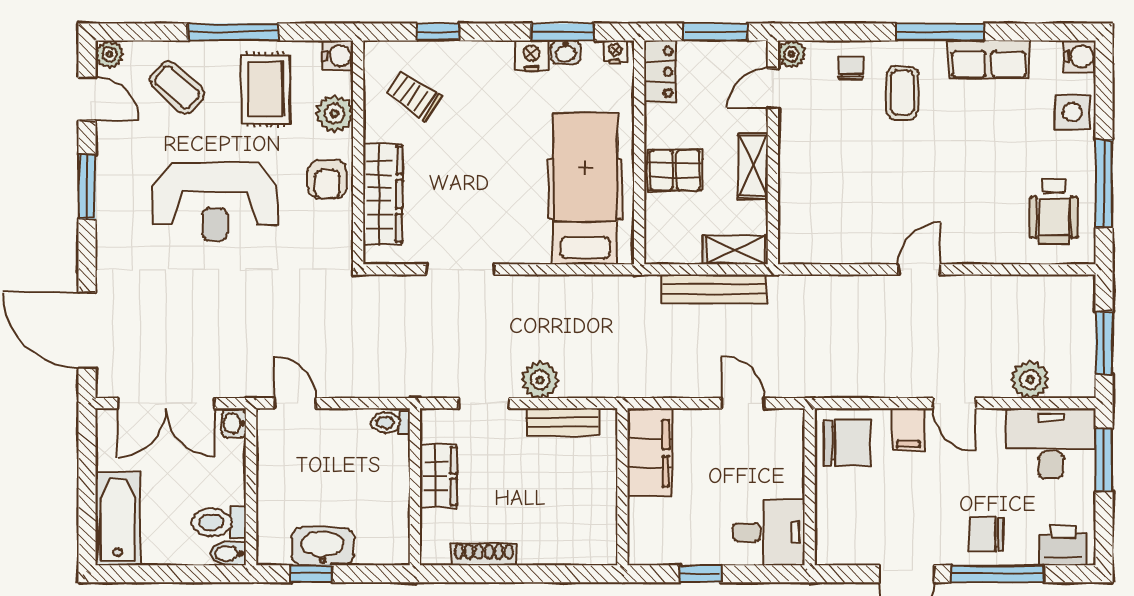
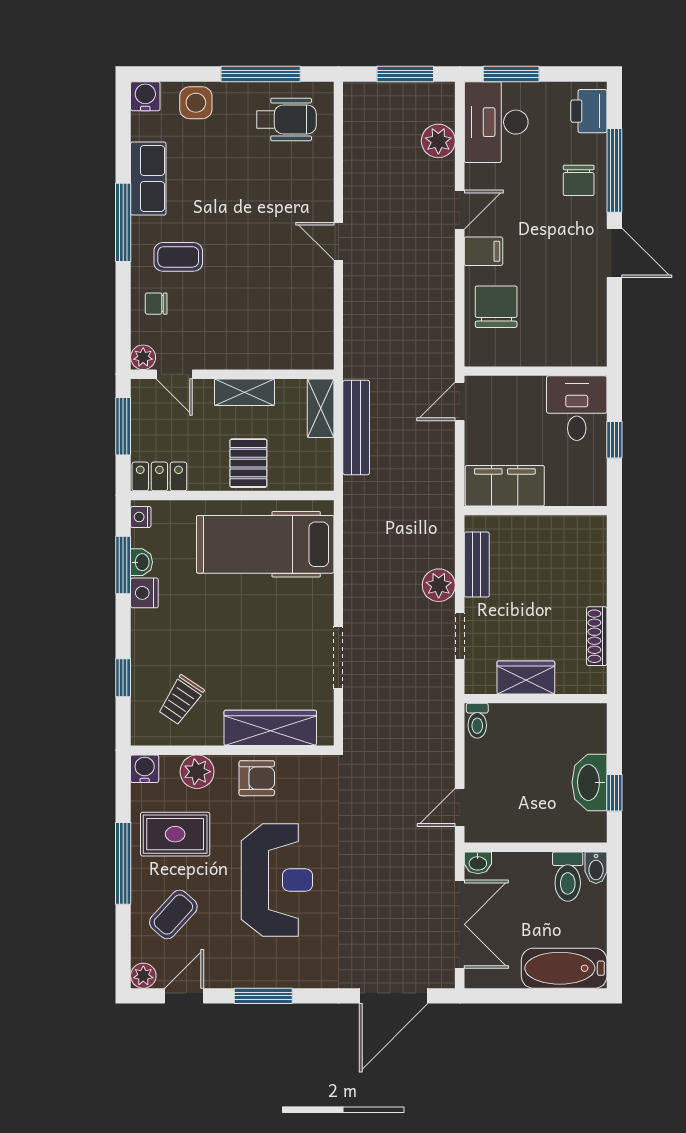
wall: (810, 487) -> (536, 371), moved
desk: (769, 532) -> (577, 408), moved

